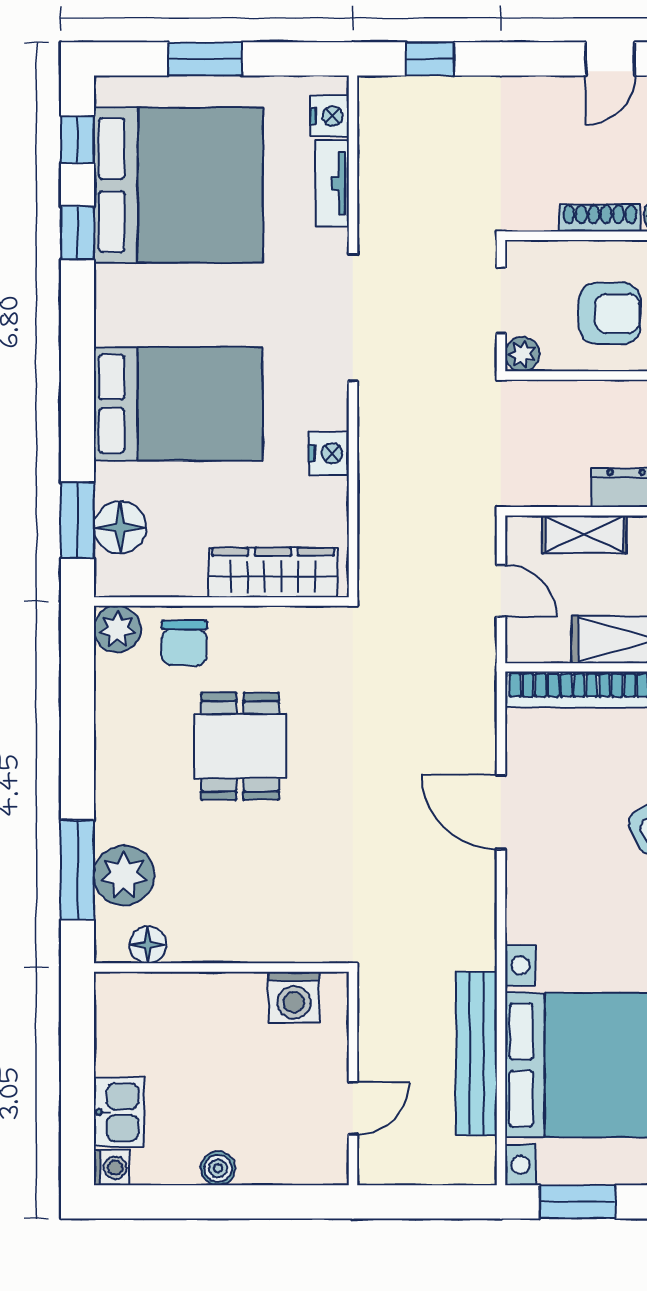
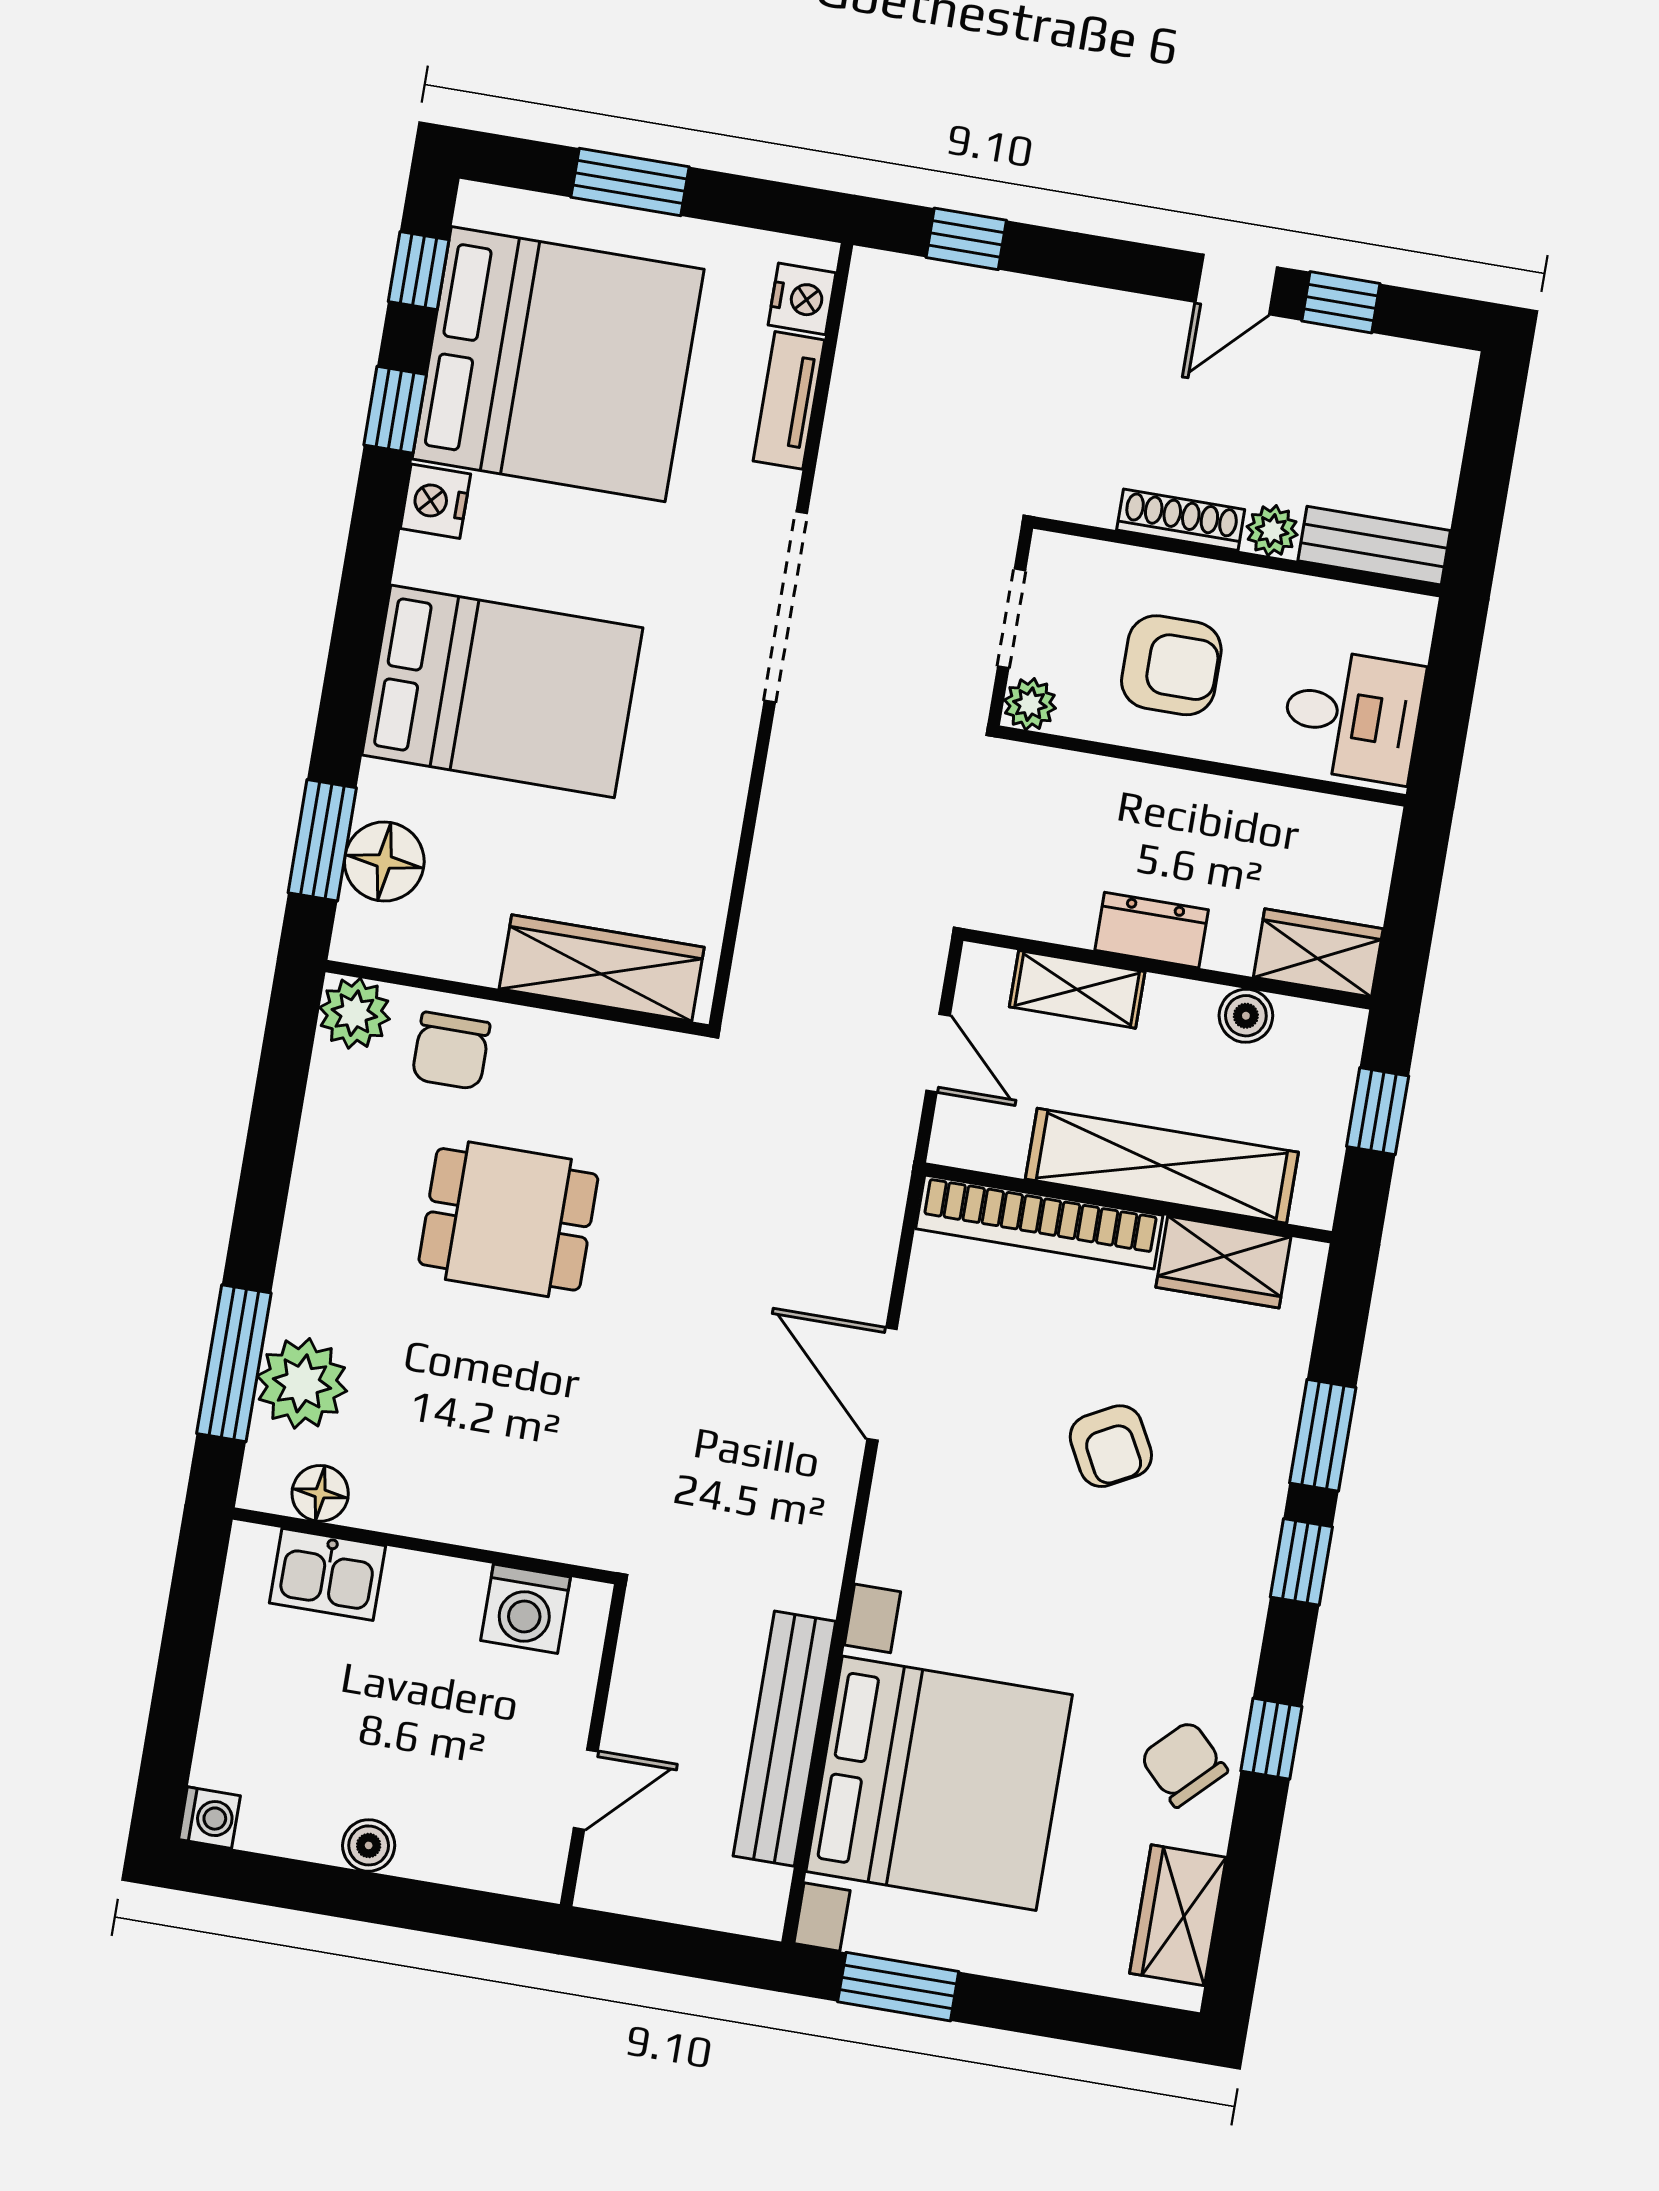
nightstand: (329, 453) -> (435, 501), moved, turned 180
dining table: (240, 746) -> (508, 1219), turned 90
kitchen sink: (119, 1112) -> (327, 1574), moved, turned 90

